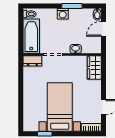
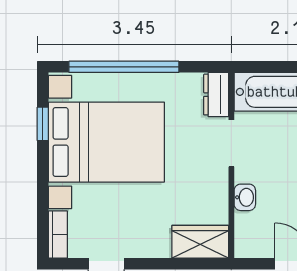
window: (21, 100) -> (124, 67), added
bed with nightstands: (60, 107) -> (106, 142), width x1.36

